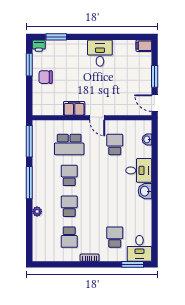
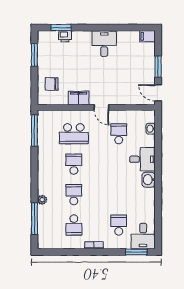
printer: (39, 46) -> (65, 36), moved
chair: (46, 77) -> (52, 84), moved
window: (29, 183) -> (34, 219), moved

